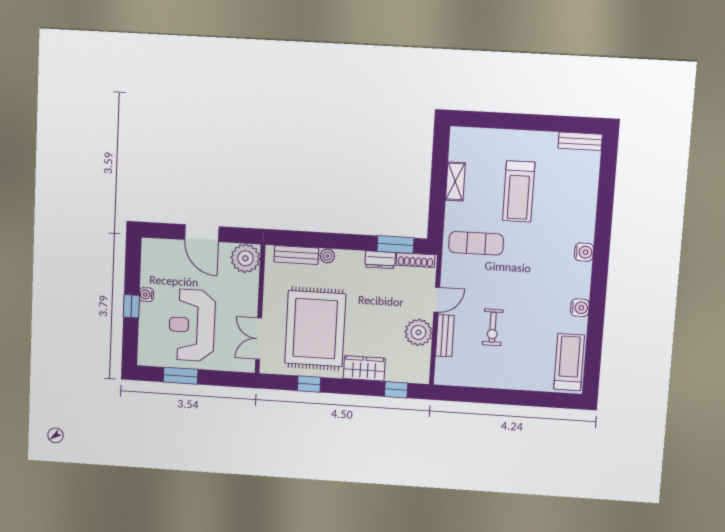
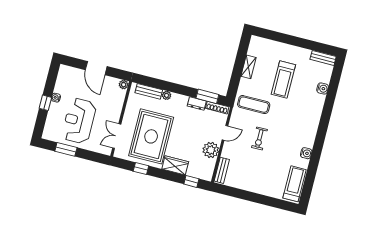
water cooler: (584, 252) -> (323, 89), moved
plant: (245, 258) -> (124, 85), width x0.53, depth x0.53
exercise bike: (493, 327) -> (259, 139), moved
bench: (445, 336) -> (222, 170), moved

